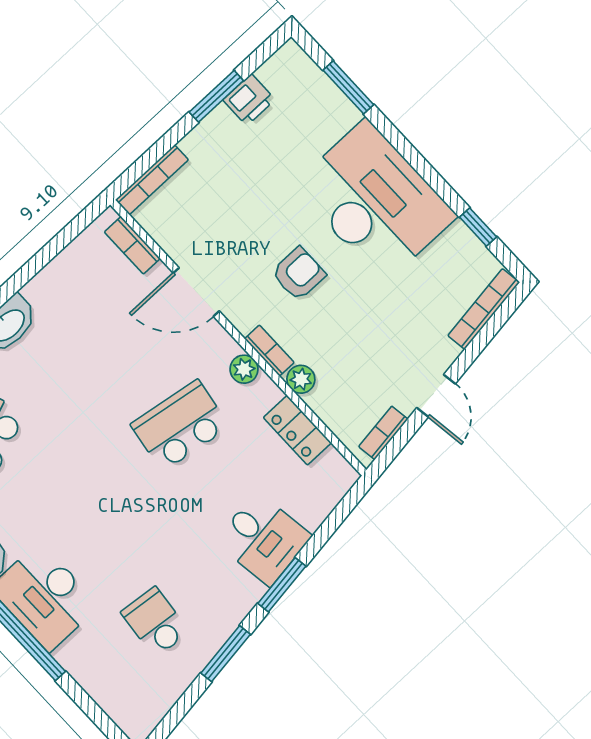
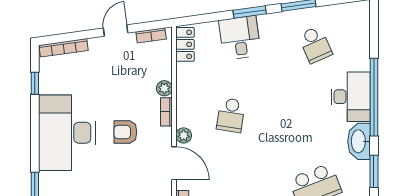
plant: (244, 369) -> (184, 135), moved
school desk: (180, 426) -> (231, 115), width x0.54
locker: (297, 430) -> (185, 44), moved
school desk: (155, 622) -> (315, 45), turned -30

